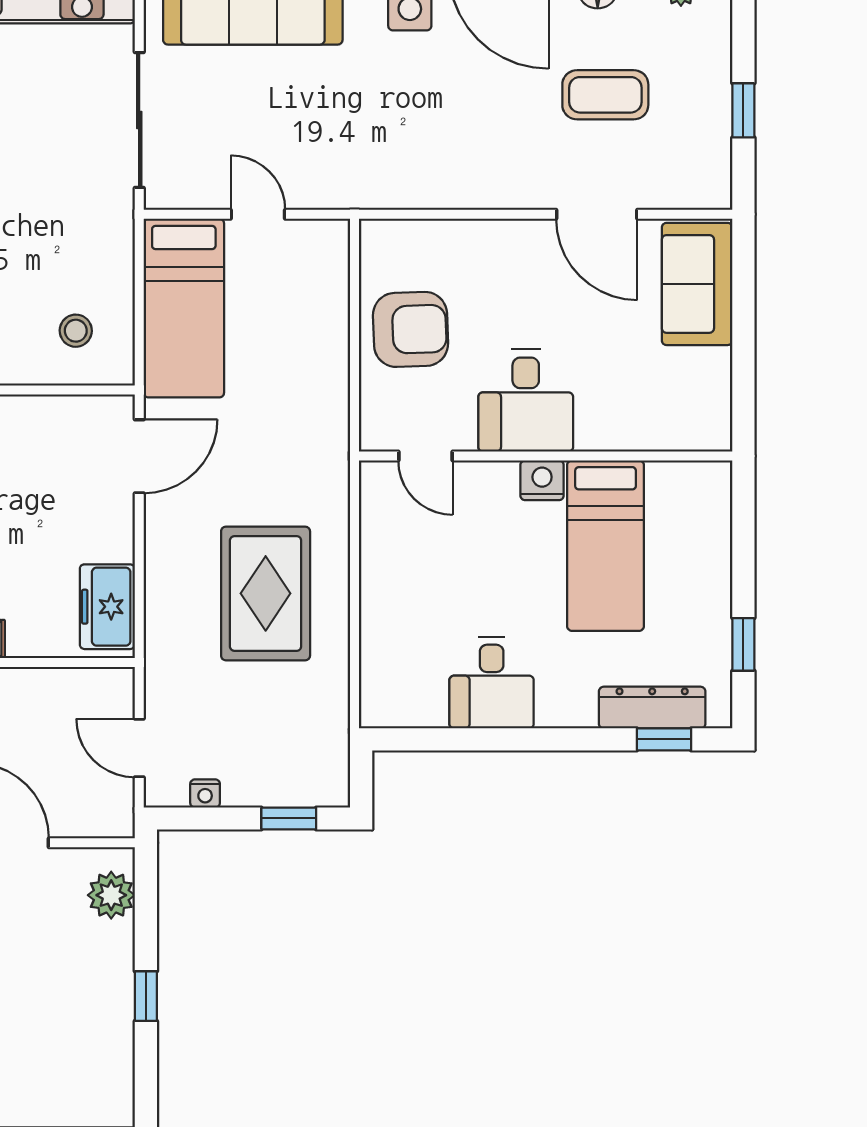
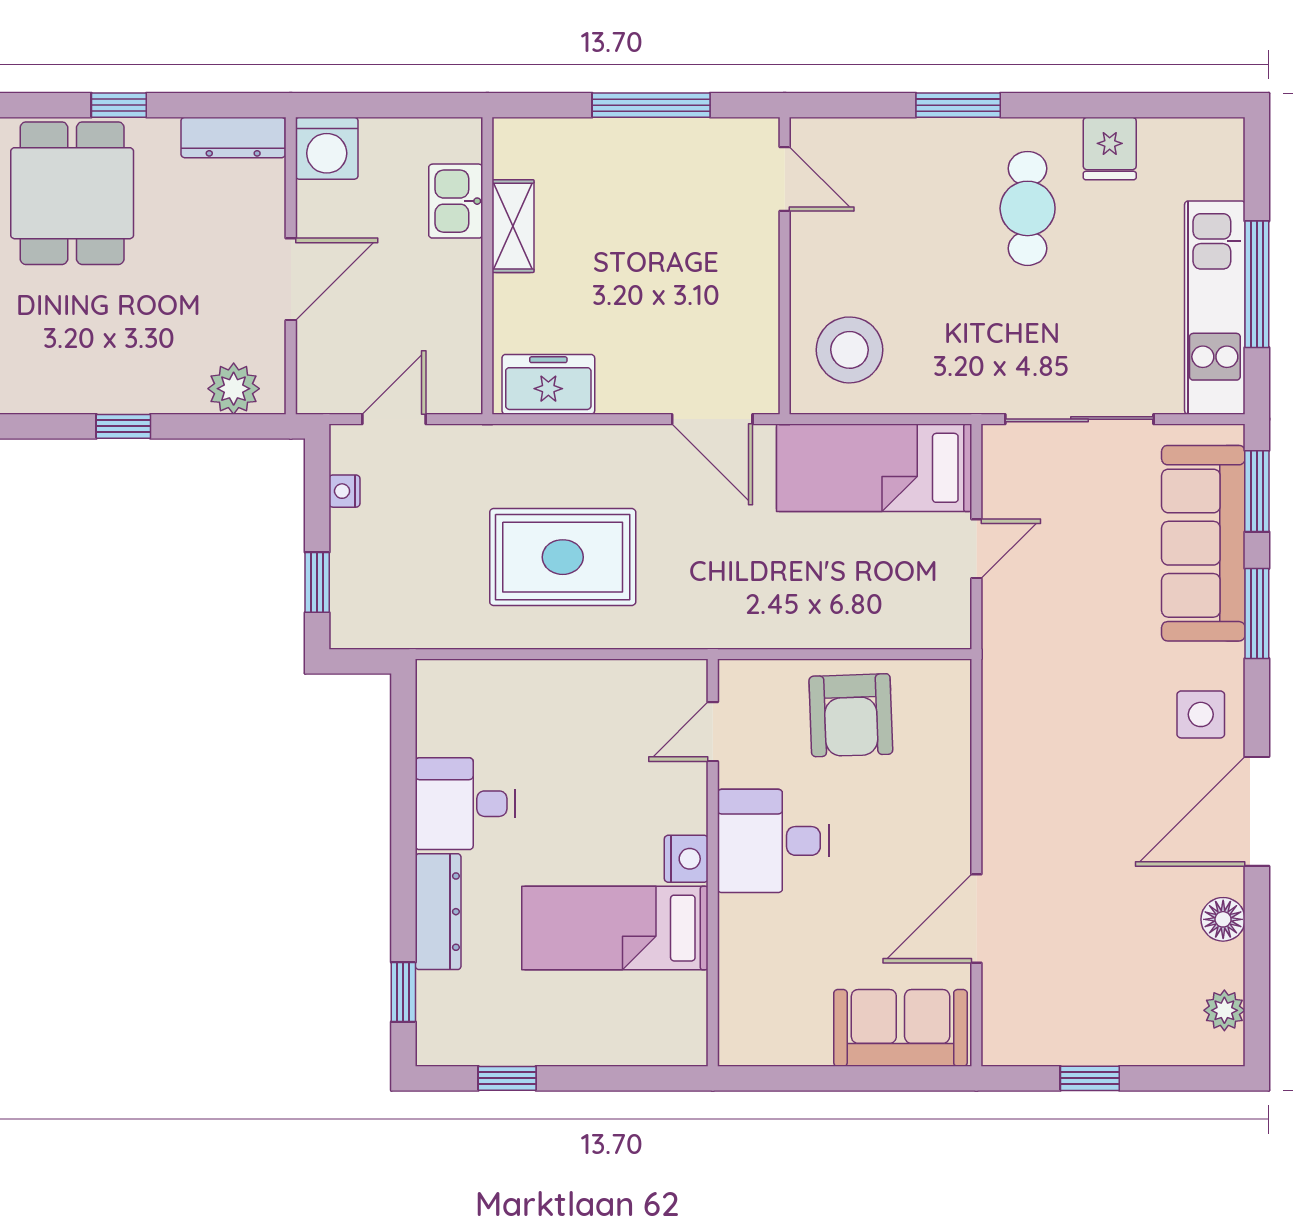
coffee table: (605, 95) -> (1107, 928), removed
stool: (76, 331) -> (849, 350), width x1.89, depth x1.89
dresser: (652, 708) -> (438, 912), moved

